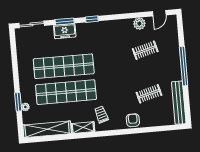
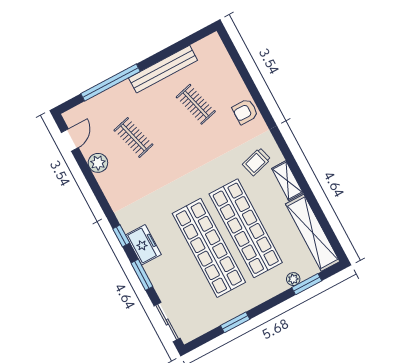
door: (159, 13) -> (70, 140), hinge flipped
freezer: (65, 31) -> (143, 245), moved
window: (15, 63) -> (235, 322), added
window: (184, 66) -> (110, 83), moved
window: (18, 102) -> (307, 284), moved
bench: (179, 103) -> (163, 69), moved

